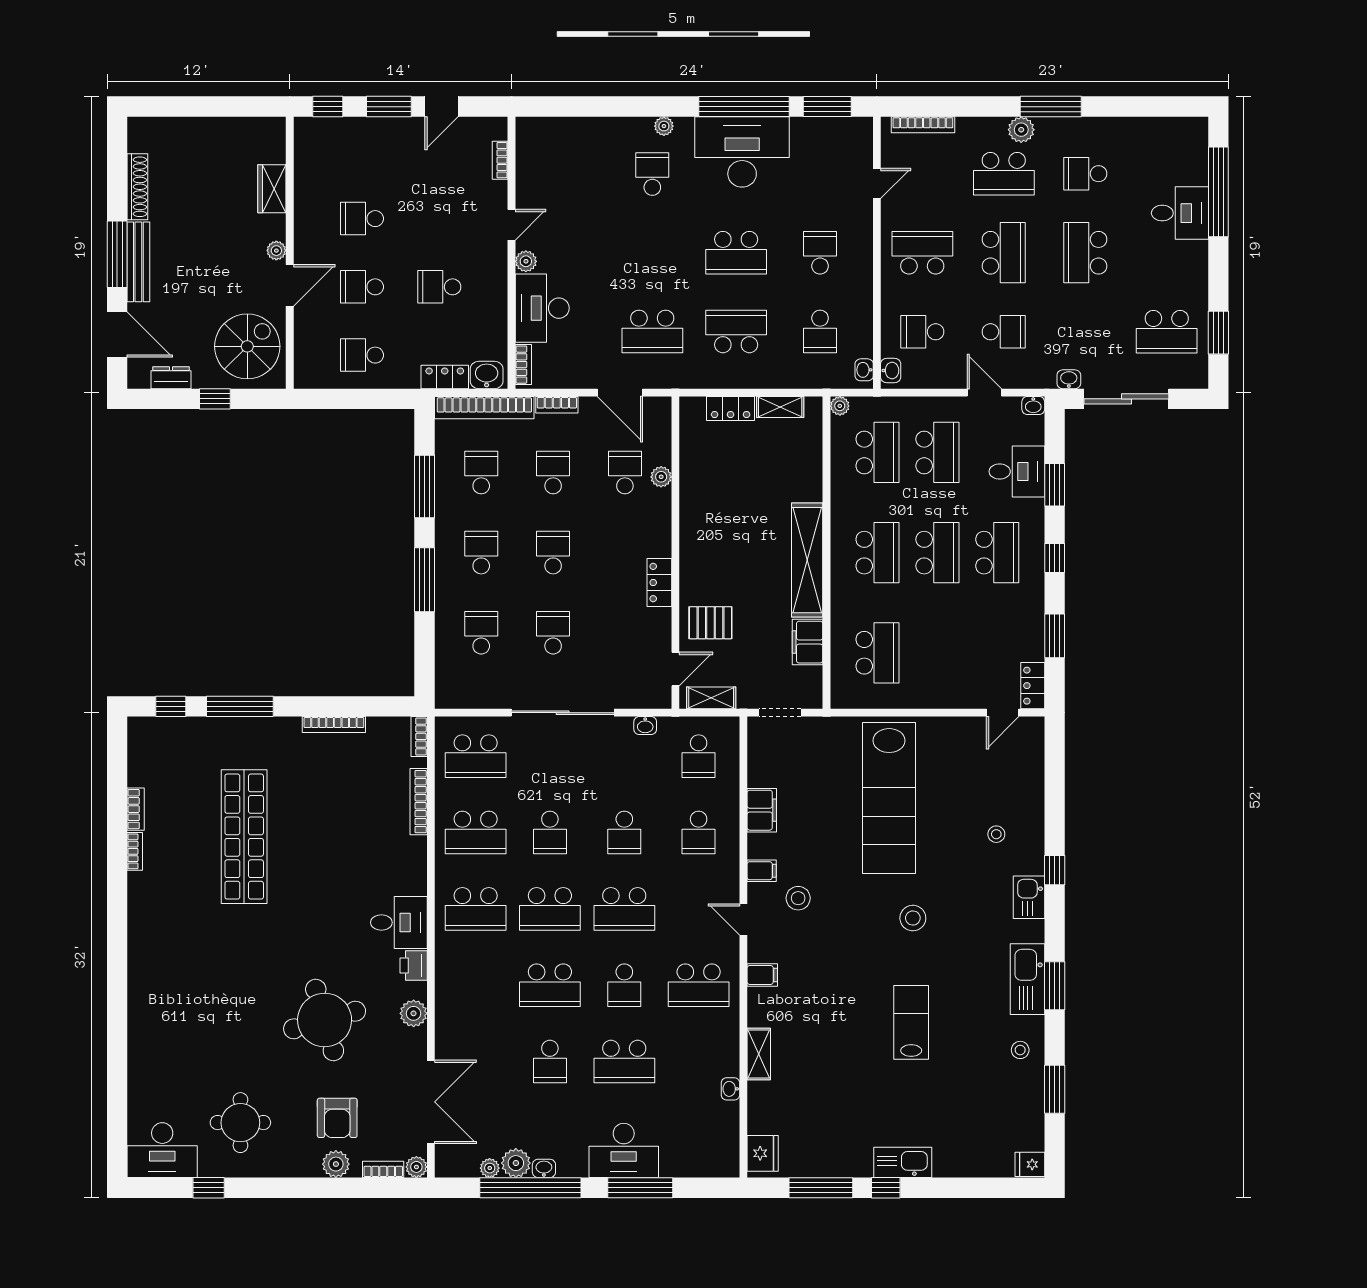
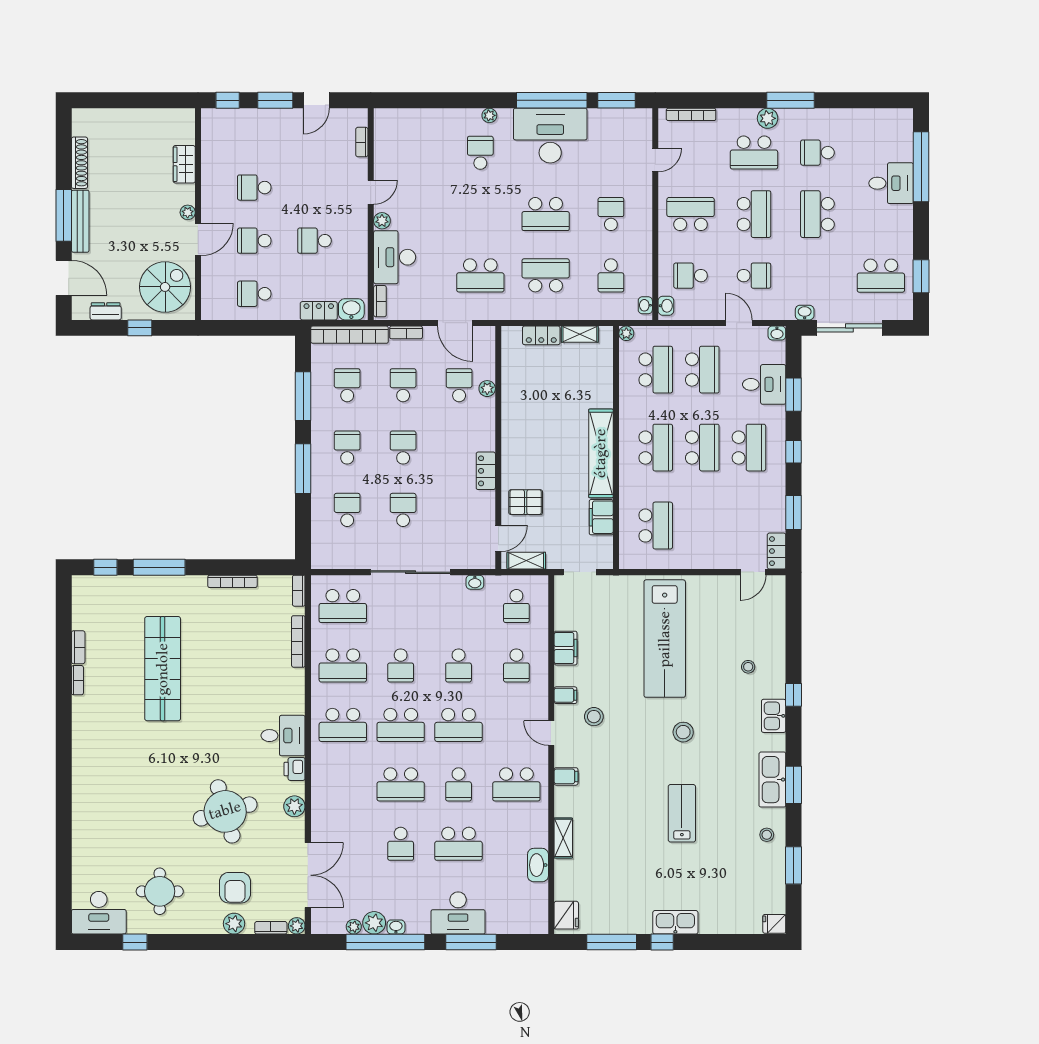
washbasin: (730, 1089) -> (538, 865), width x1.91, depth x1.45

